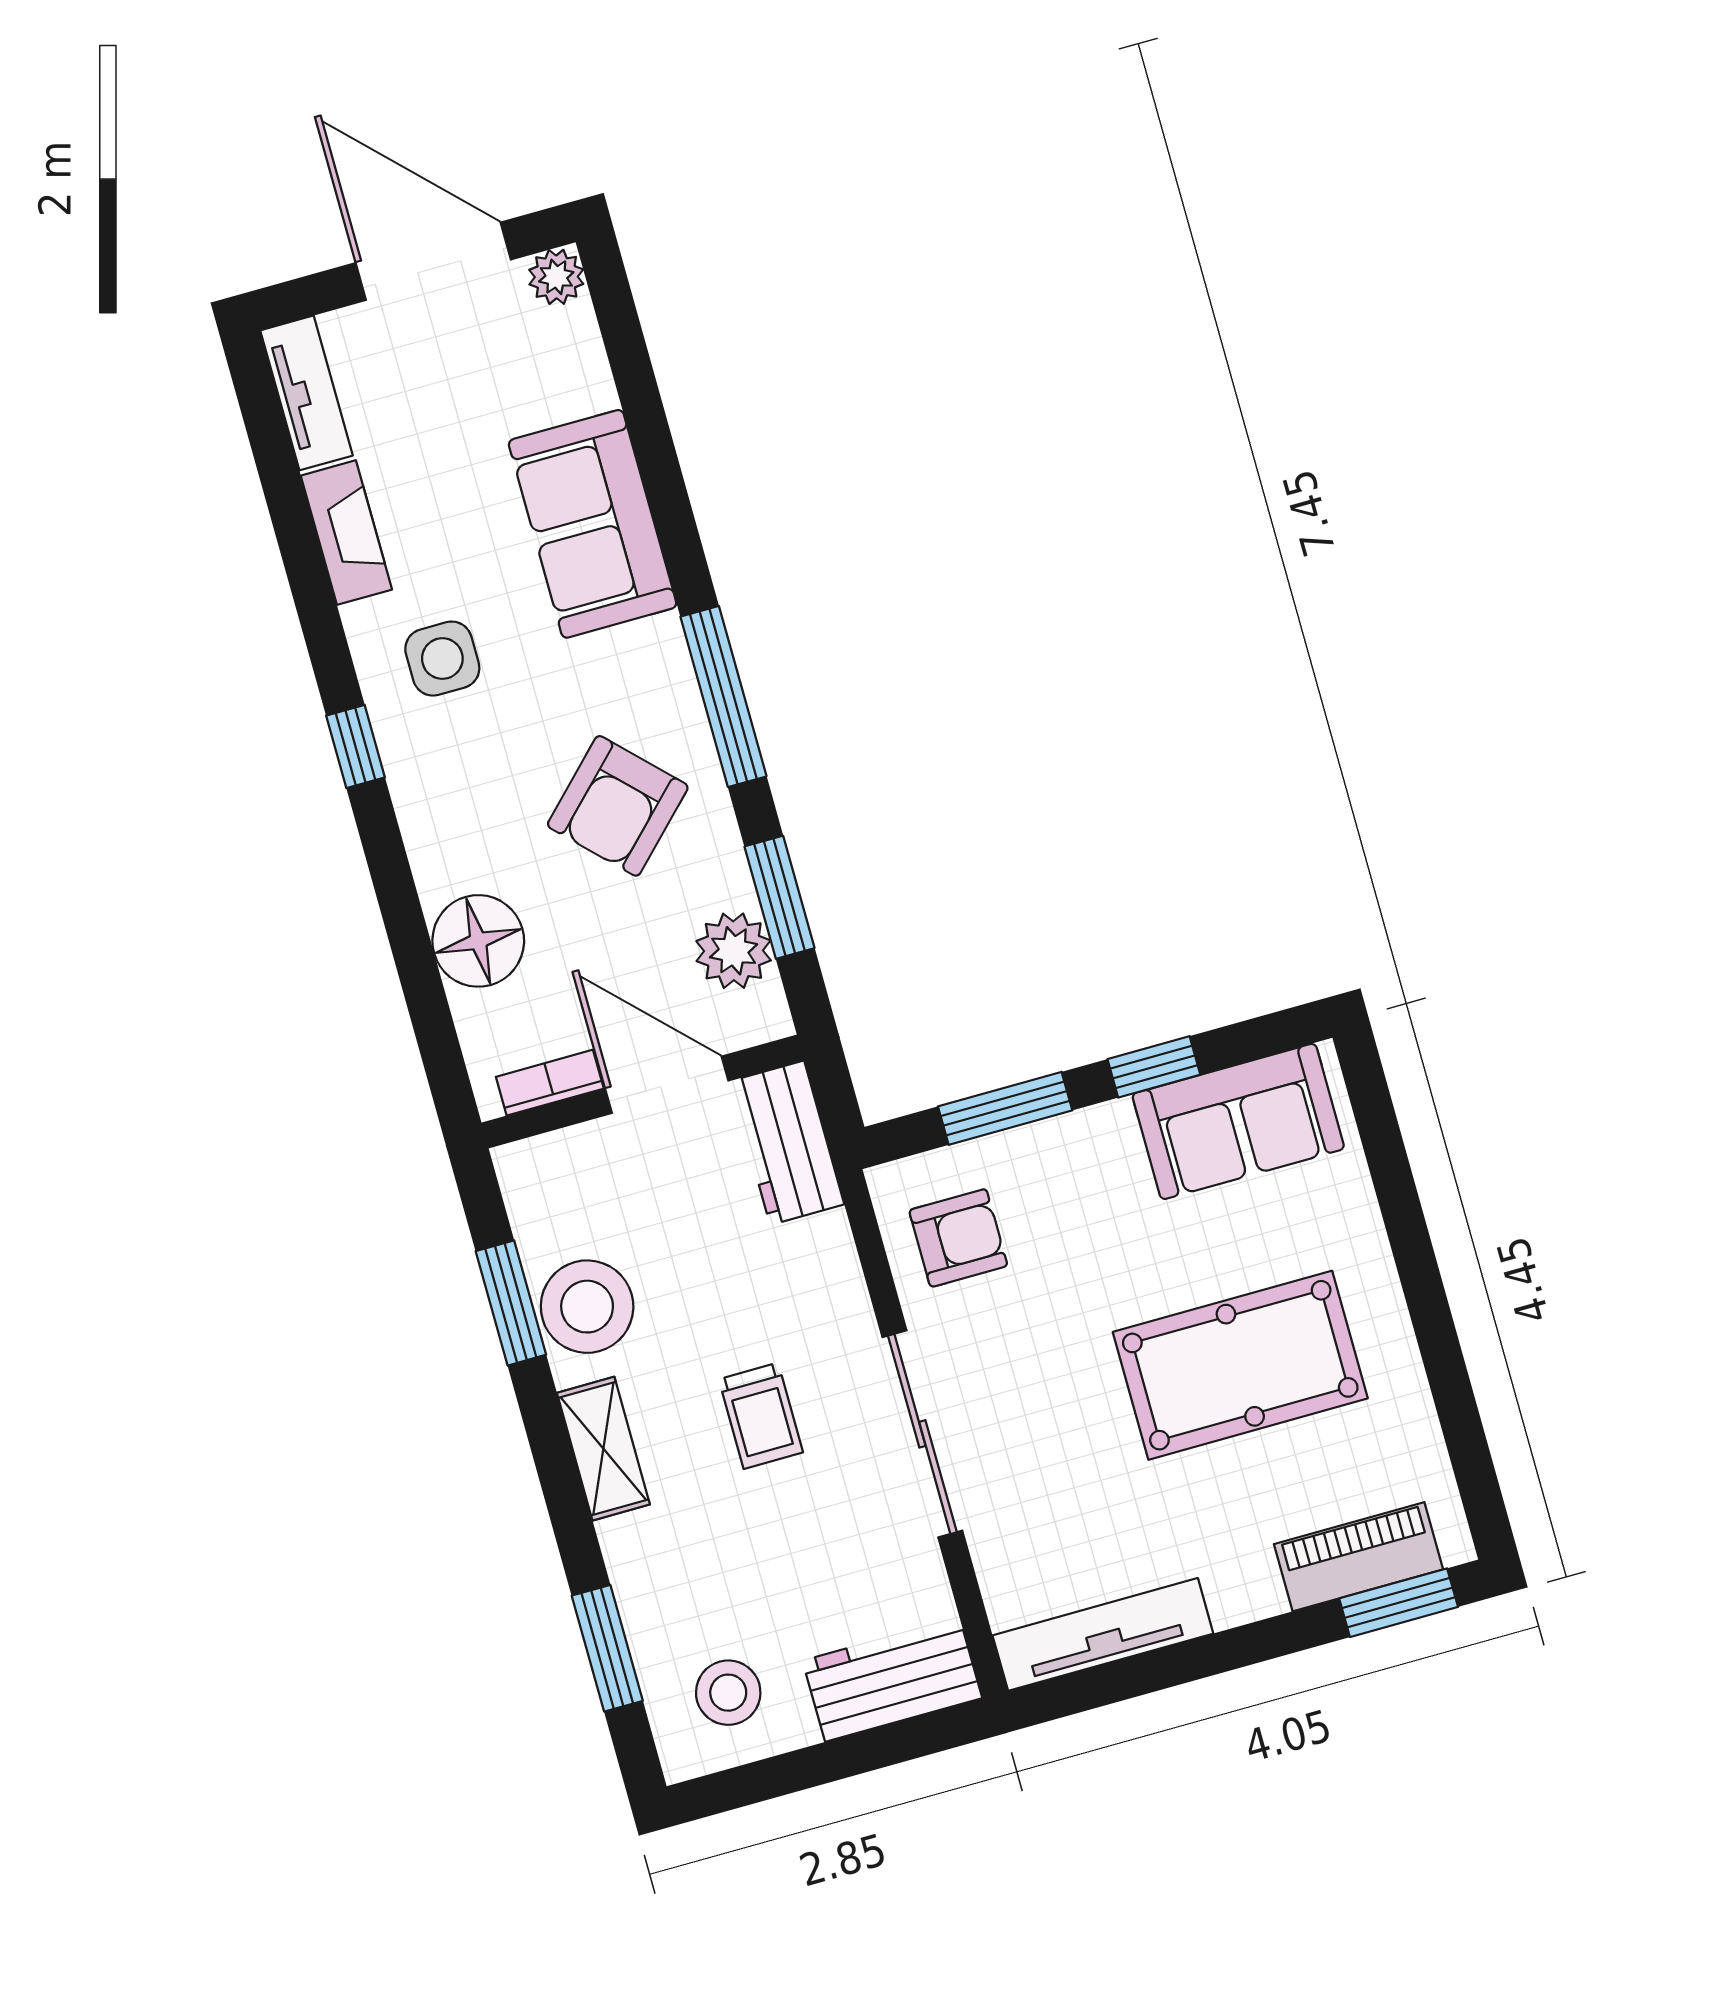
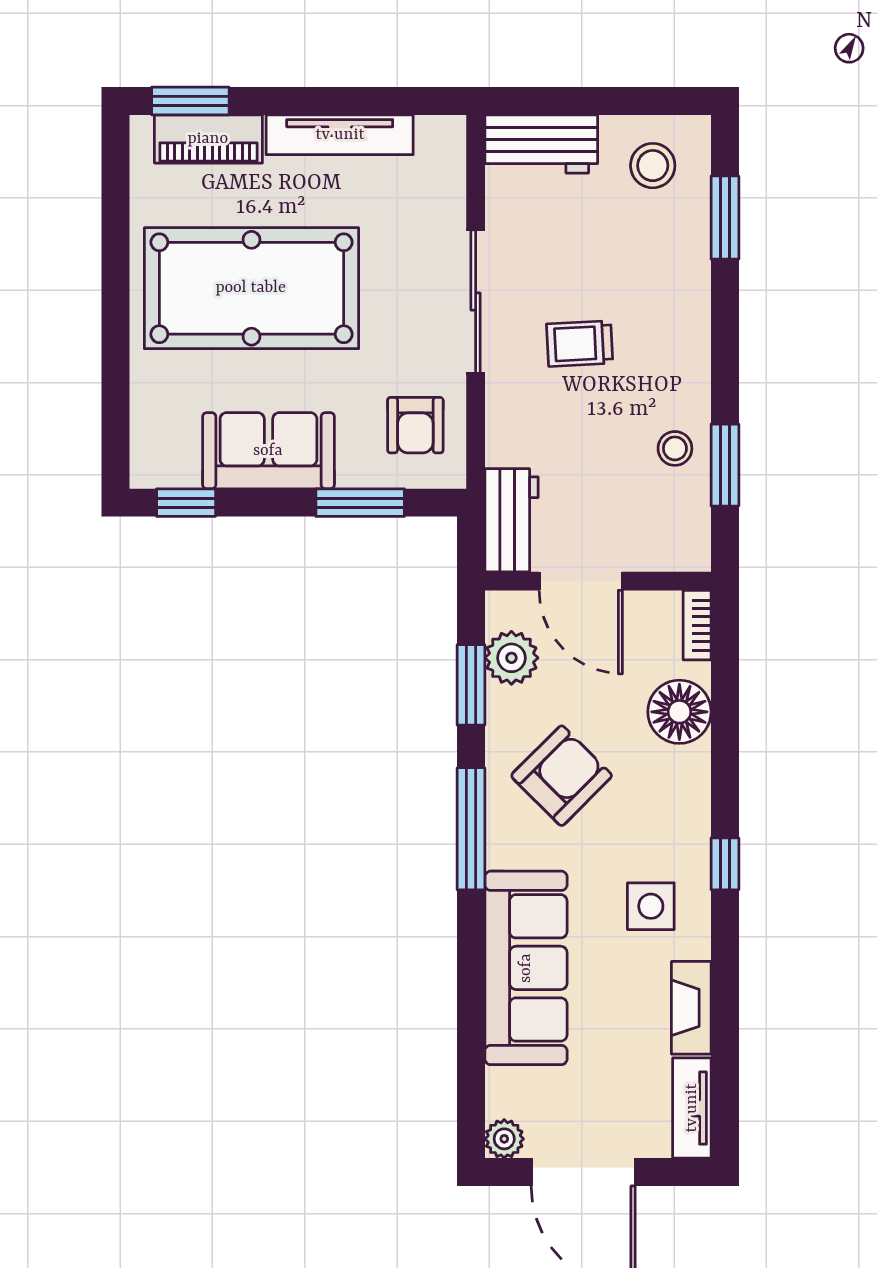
sofa: (593, 524) -> (526, 968), width x1.36
window: (1154, 1067) -> (186, 503), moved
bookcase: (550, 1083) -> (697, 625), moved, turned 90
sofa: (1238, 1121) -> (268, 451), moved
armchair: (958, 1238) -> (415, 425), turned -90
stool: (587, 1307) -> (675, 448), width x0.53, depth x0.53
pool table: (1240, 1365) -> (251, 288), width x1.36, depth x1.32
trolley: (761, 1416) -> (580, 344), turned -93
shelving: (603, 1449) -> (690, 351), removed
tv unit: (1103, 1634) -> (340, 135), moved

